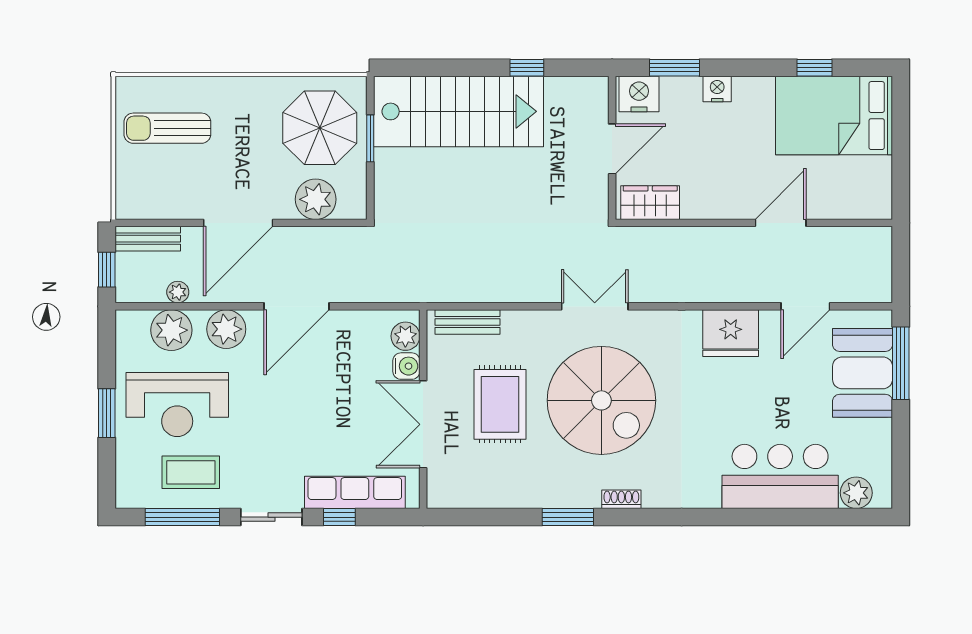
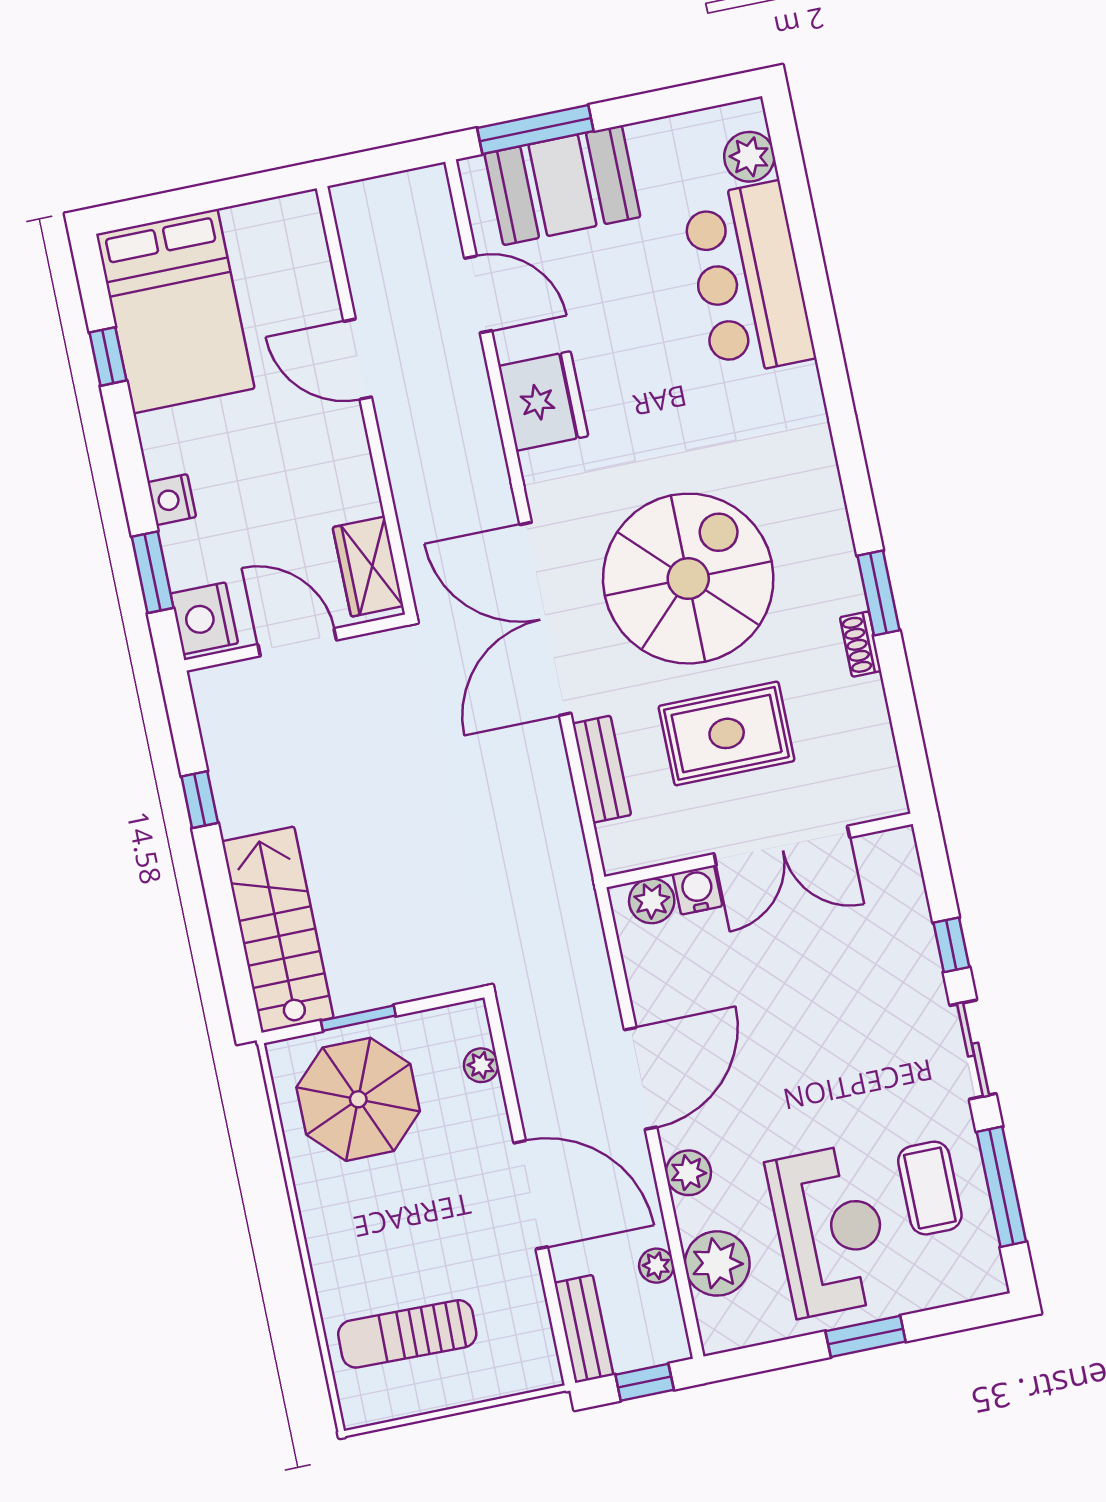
stairs: (458, 111) -> (278, 930), width x0.73, depth x0.66
sun lounger: (167, 128) -> (407, 1334), turned 91
plant: (316, 199) -> (481, 1065), width x0.53, depth x0.53
door: (296, 306) -> (641, 1078), hinge flipped
double door: (595, 306) -> (545, 619), width x1.87
bench: (467, 322) -> (602, 769), moved
plant: (226, 329) -> (688, 1173), width x0.73, depth x0.73
row of seats: (355, 492) -> (909, 929), removed
shoe rack: (621, 499) -> (860, 644), moved

